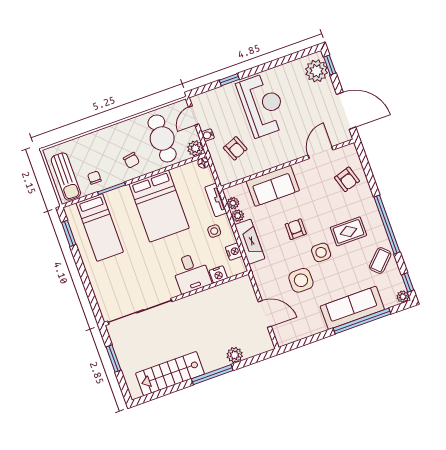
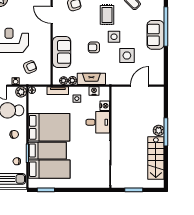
bed: (125, 215) -> (47, 151), added
sofa: (352, 308) -> (156, 35), width x0.73
plant: (235, 355) -> (159, 130), moved

